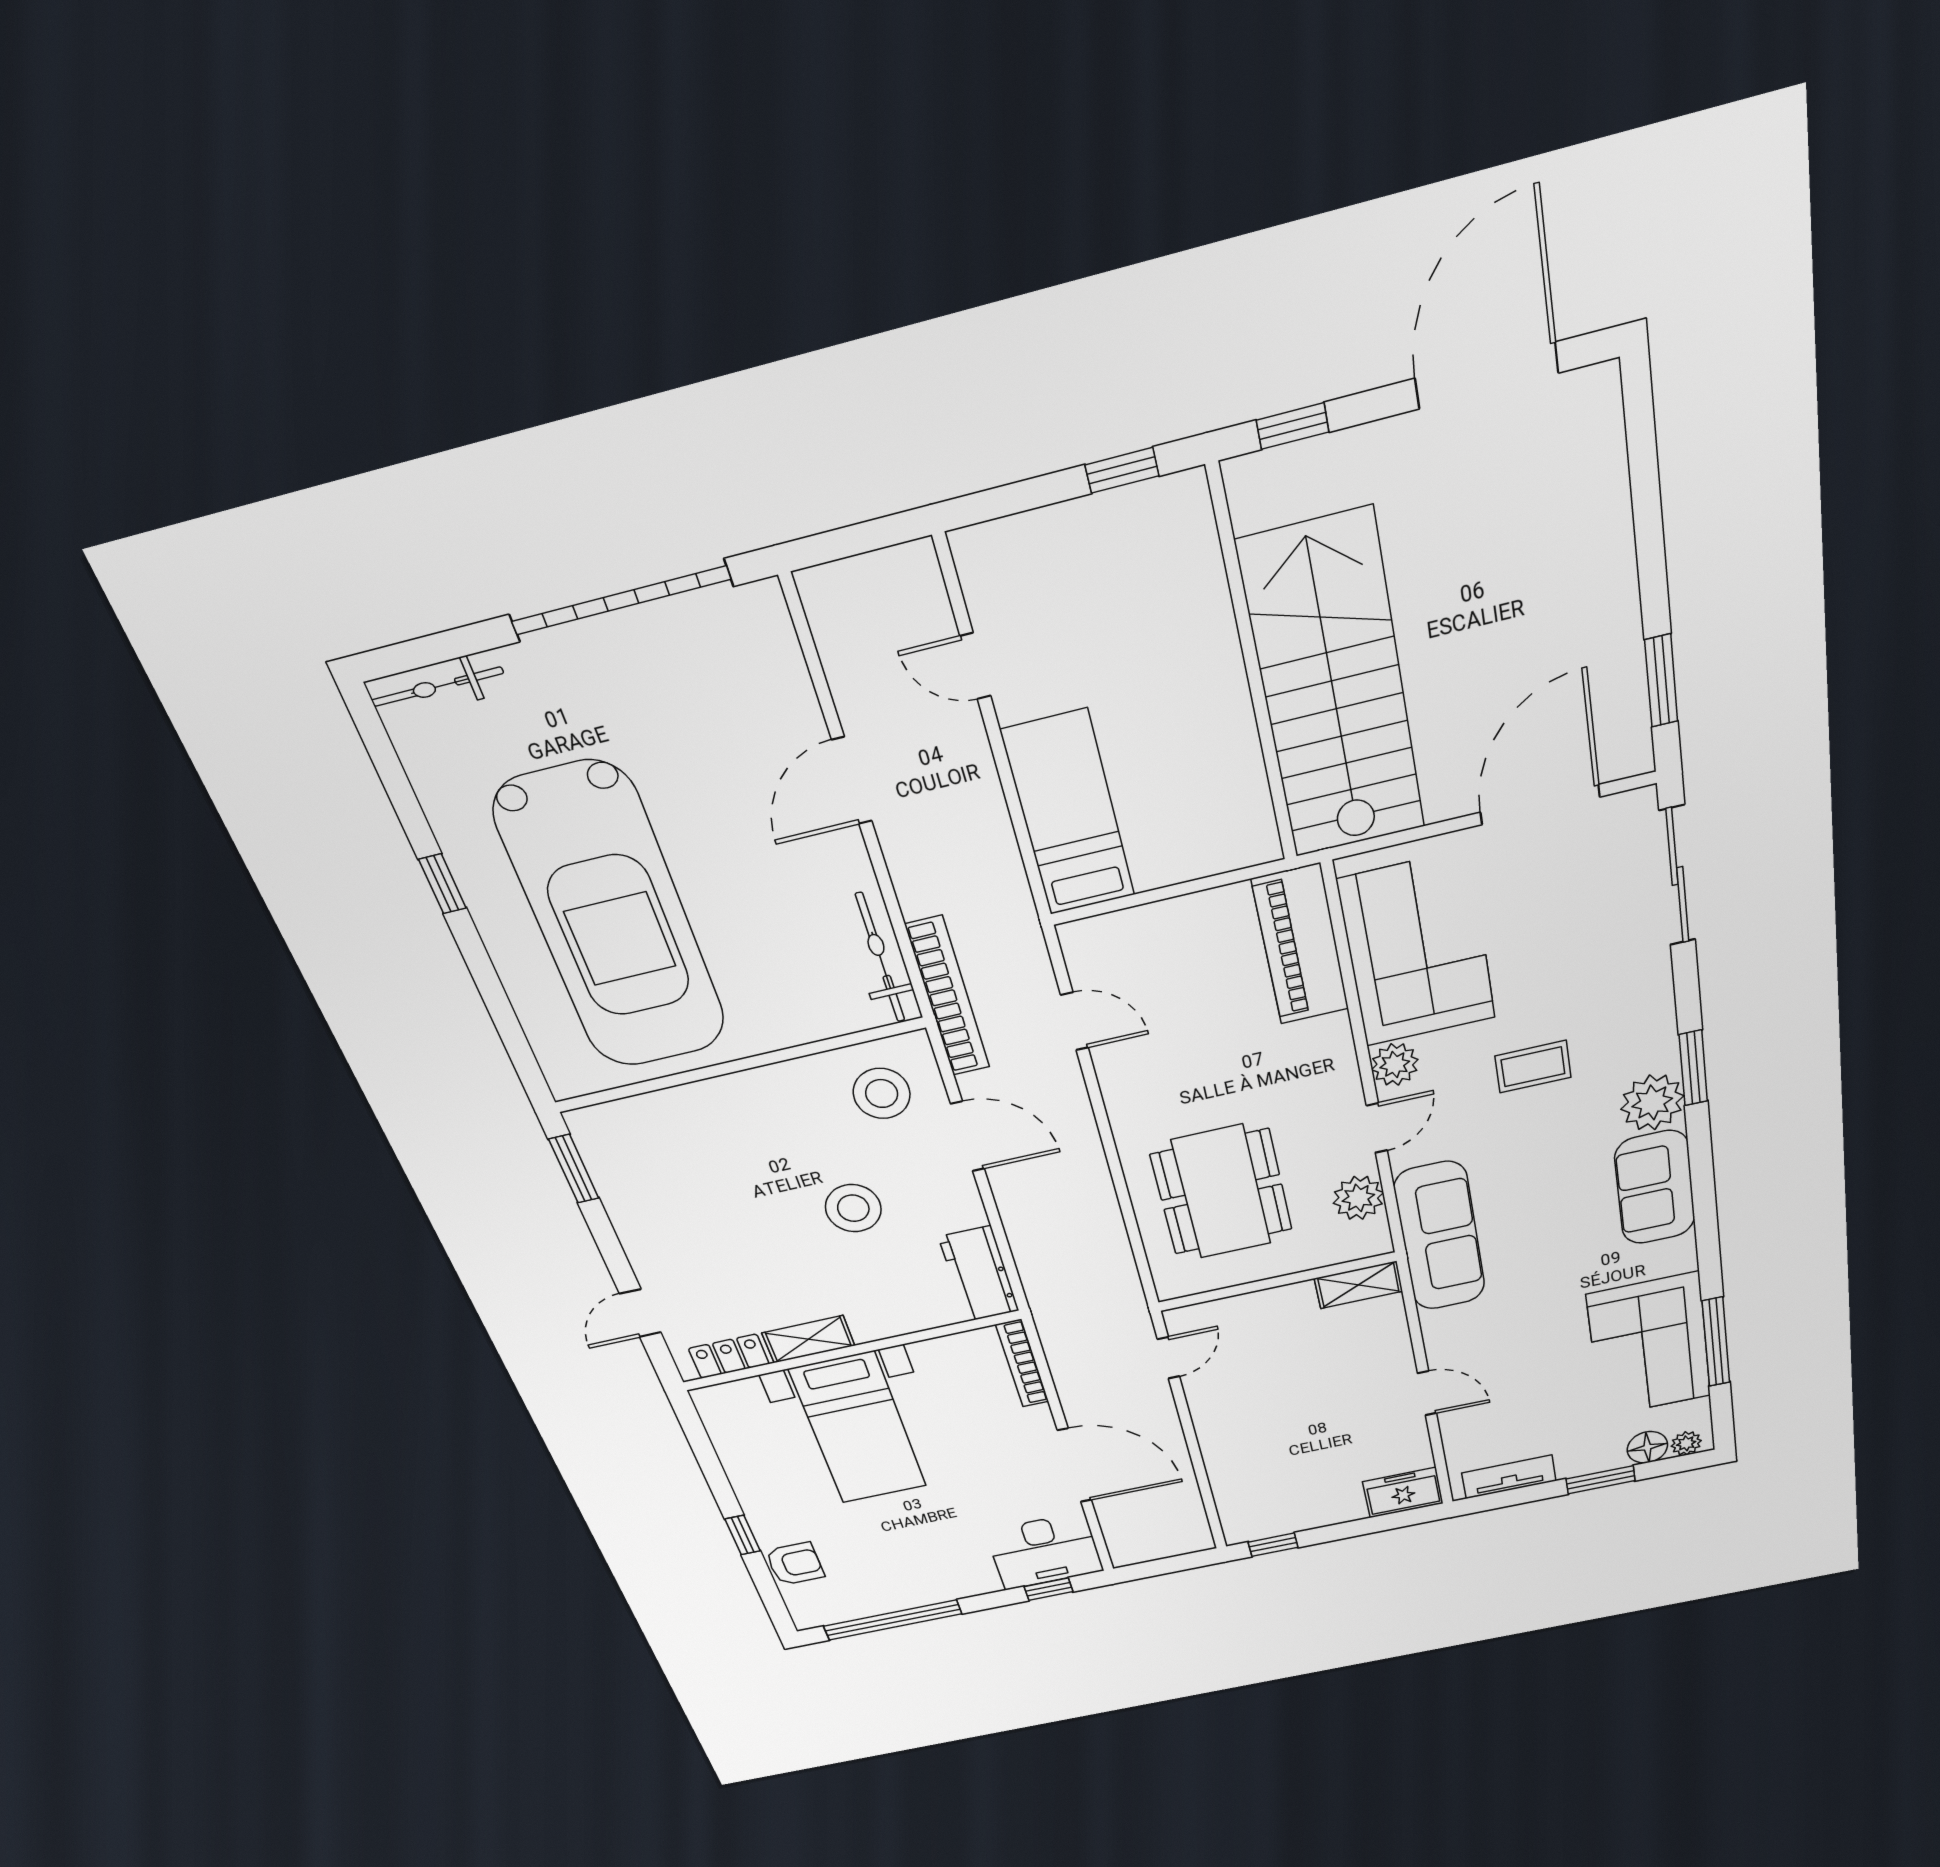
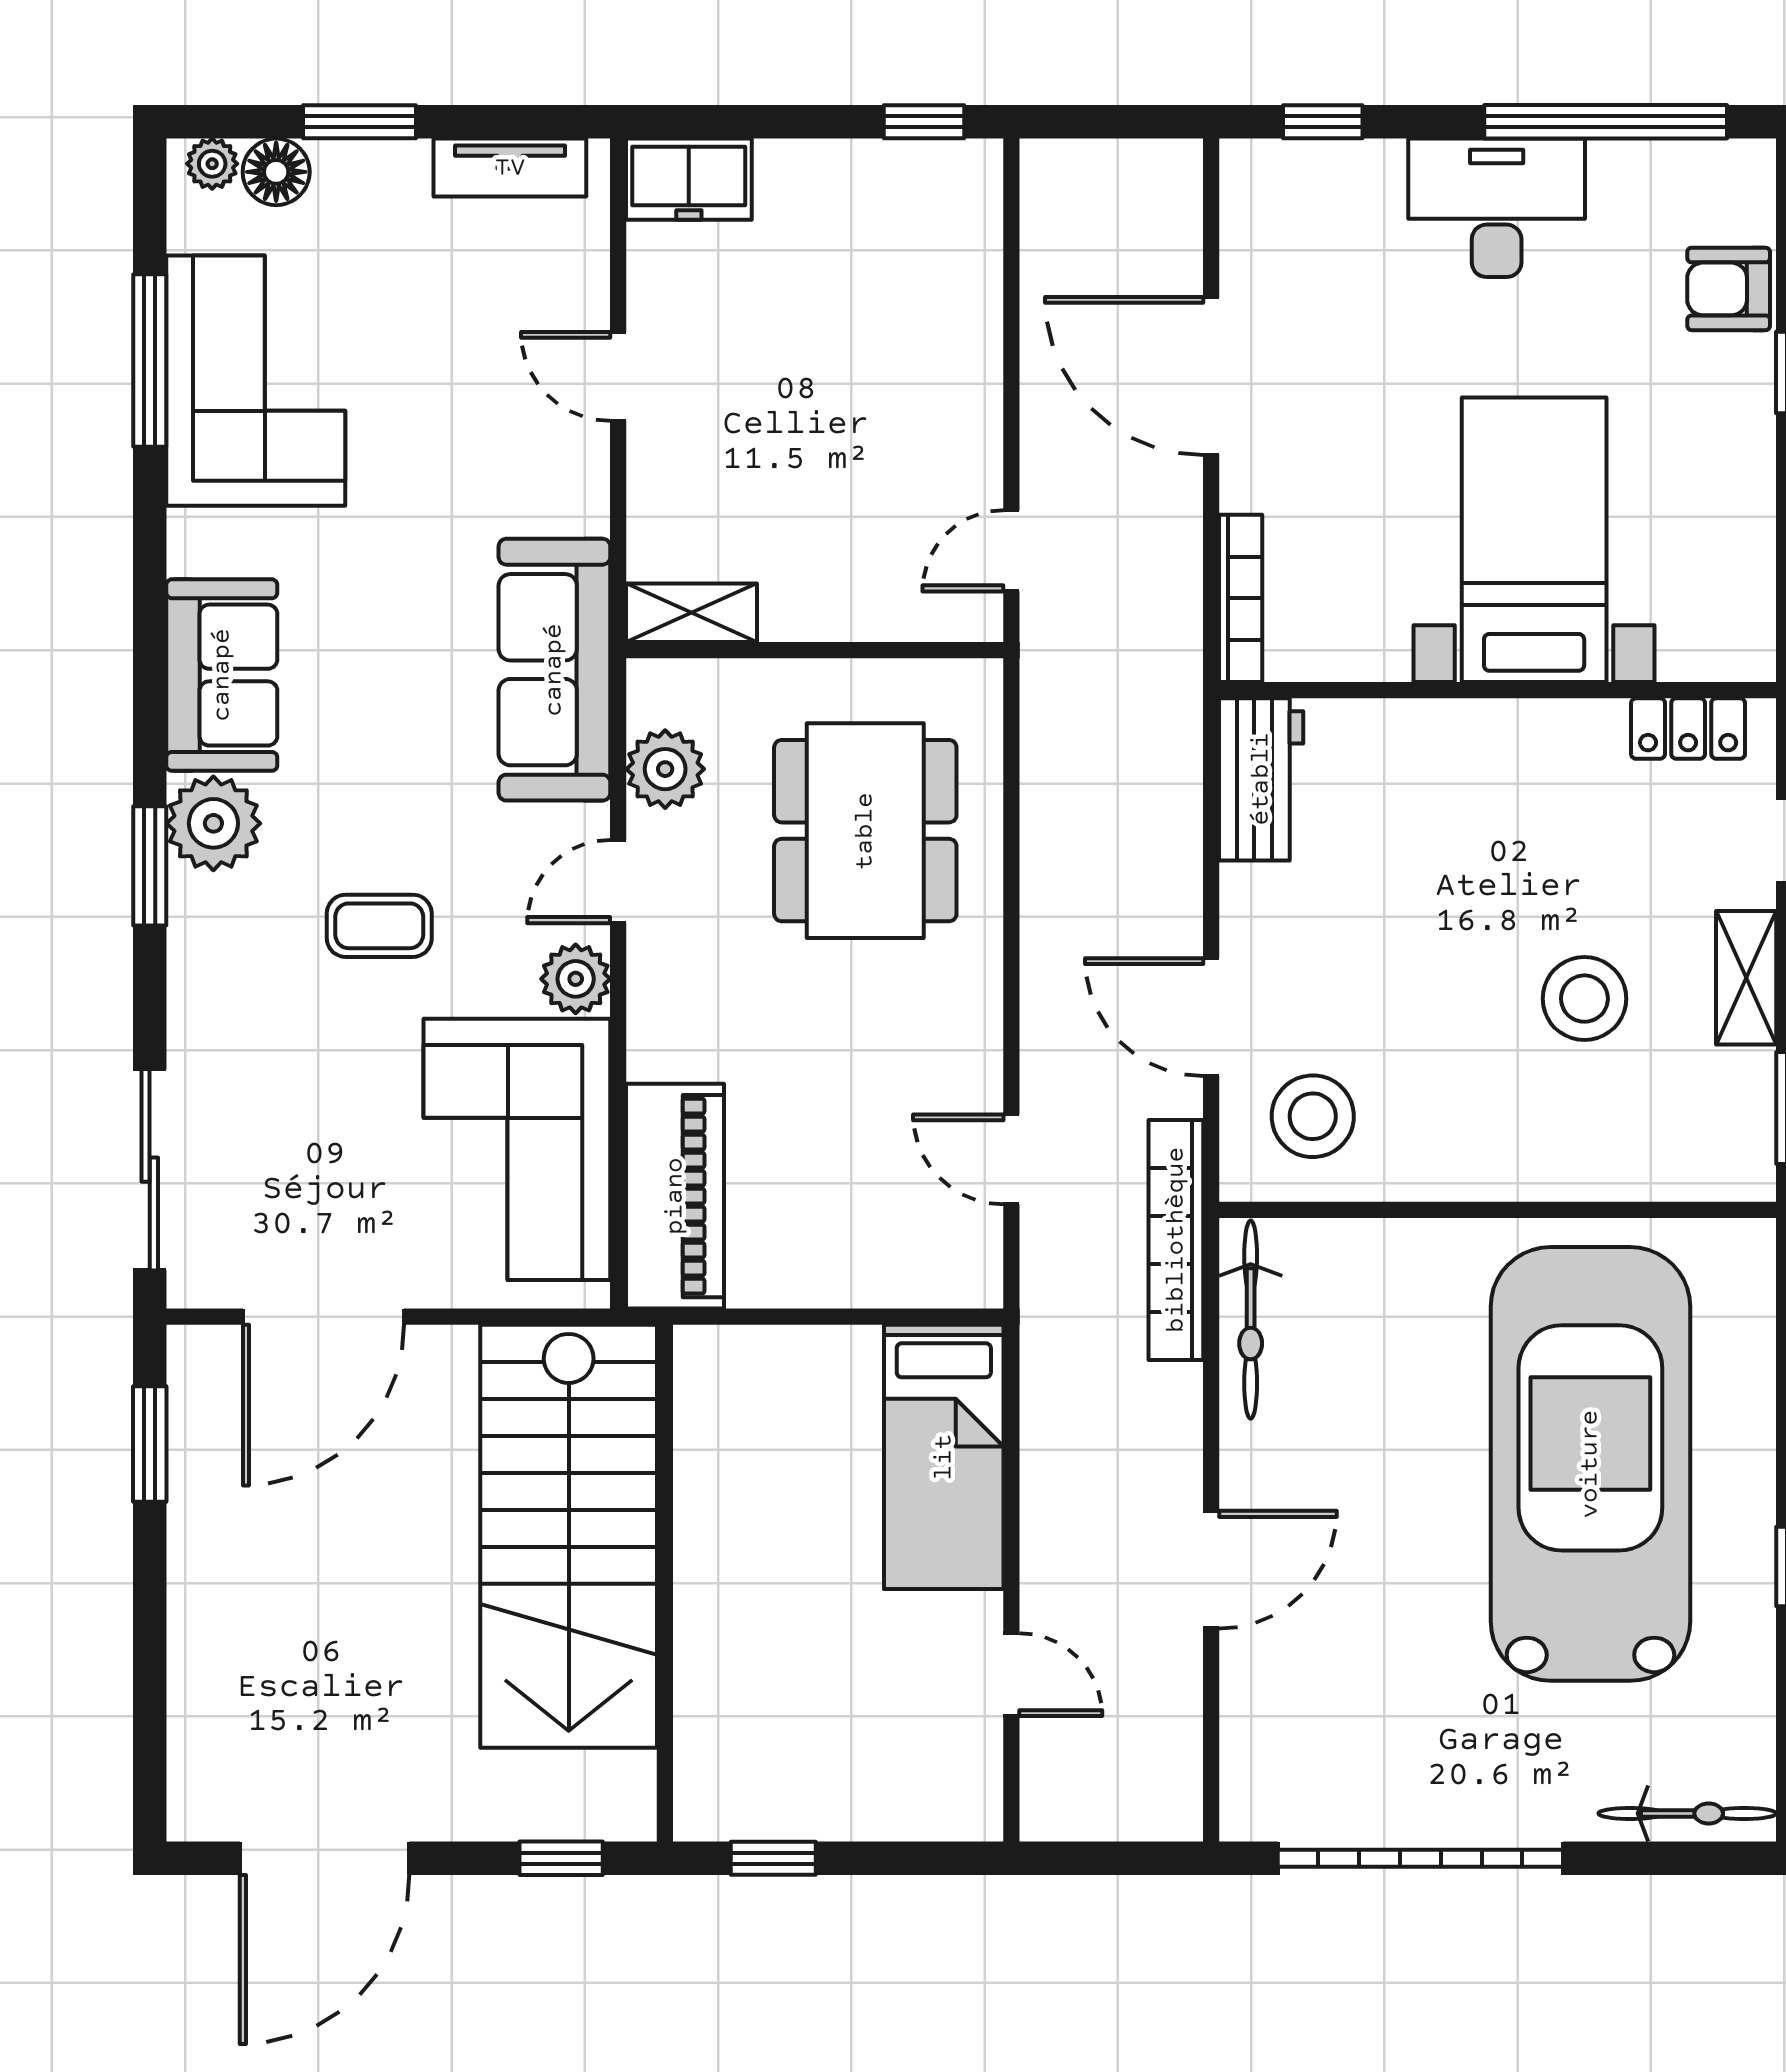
stool: (853, 1208) -> (1584, 999), moved
shelving: (808, 1339) -> (1746, 978), moved, turned 90
desk: (1044, 1551) -> (1497, 208), moved

